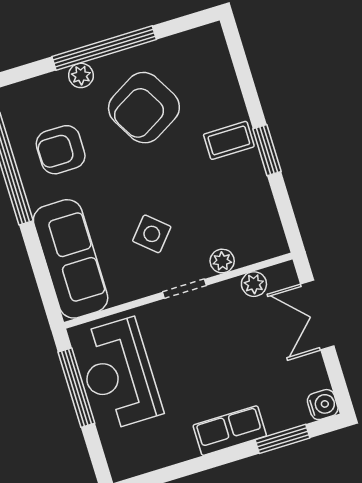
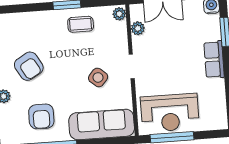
armchair: (144, 108) -> (29, 66), width x0.73, depth x0.73
coffee table: (229, 140) -> (81, 24), moved, turned 90
plant: (222, 261) -> (119, 14), moved

